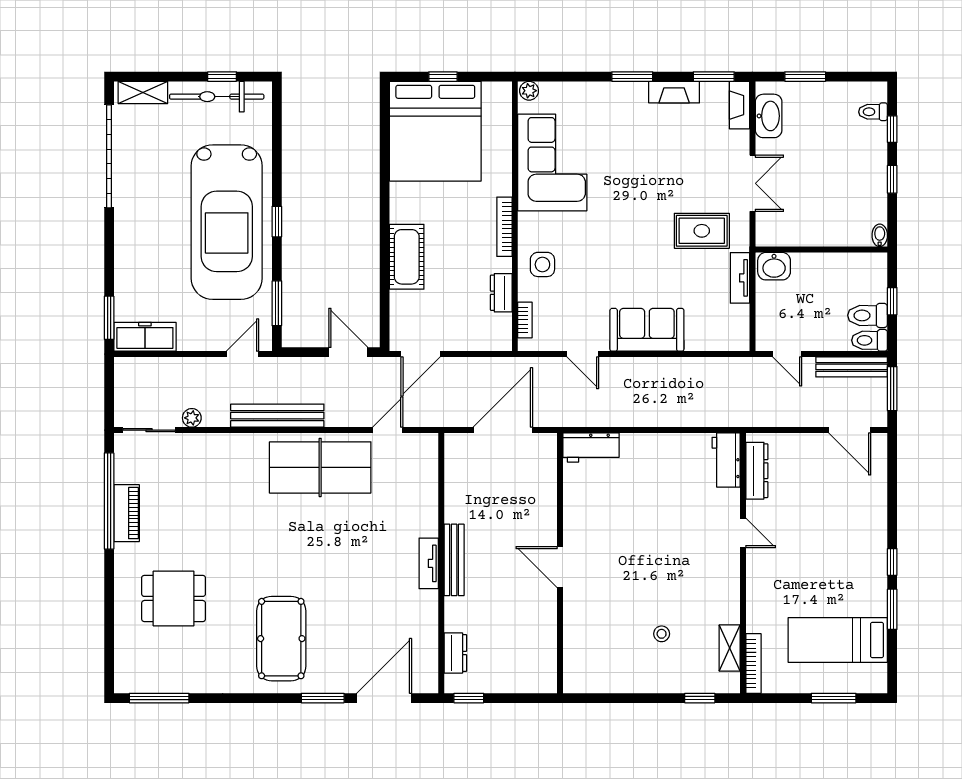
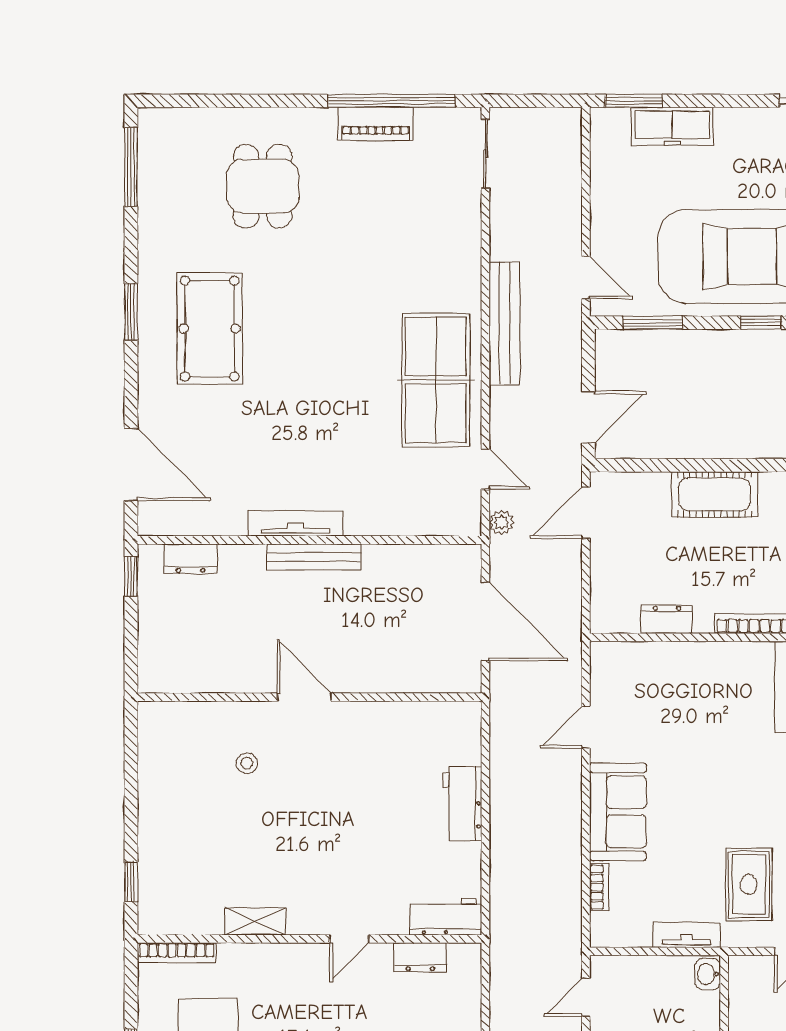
side table: (542, 264) -> (704, 674), removed
washbasin: (774, 266) -> (708, 974), width x0.72, depth x0.69
bookcase: (525, 320) -> (599, 887), moved, turned -90
freezer: (145, 337) -> (672, 126), moved, turned 90
door: (421, 354) -> (586, 513), hinge flipped
plant: (192, 418) -> (501, 522), moved
workbench: (591, 447) -> (462, 804), moved
dresser: (757, 471) -> (420, 957), width x0.70
tv unit: (429, 563) -> (295, 523), width x1.41
door: (560, 567) -> (304, 697), hinge flipped
stool: (662, 634) -> (247, 763), moved
pool table: (281, 639) -> (210, 329), turned 90
shelving: (730, 648) -> (255, 921), moved
window: (323, 698) -> (131, 312), moved

